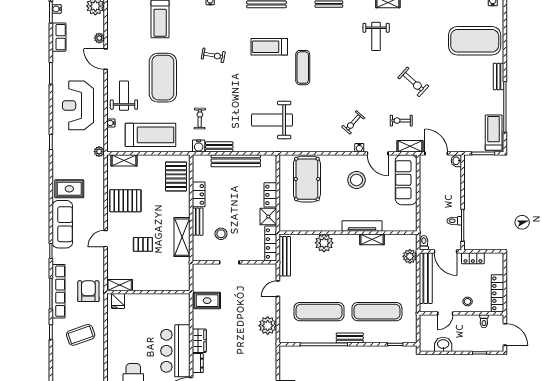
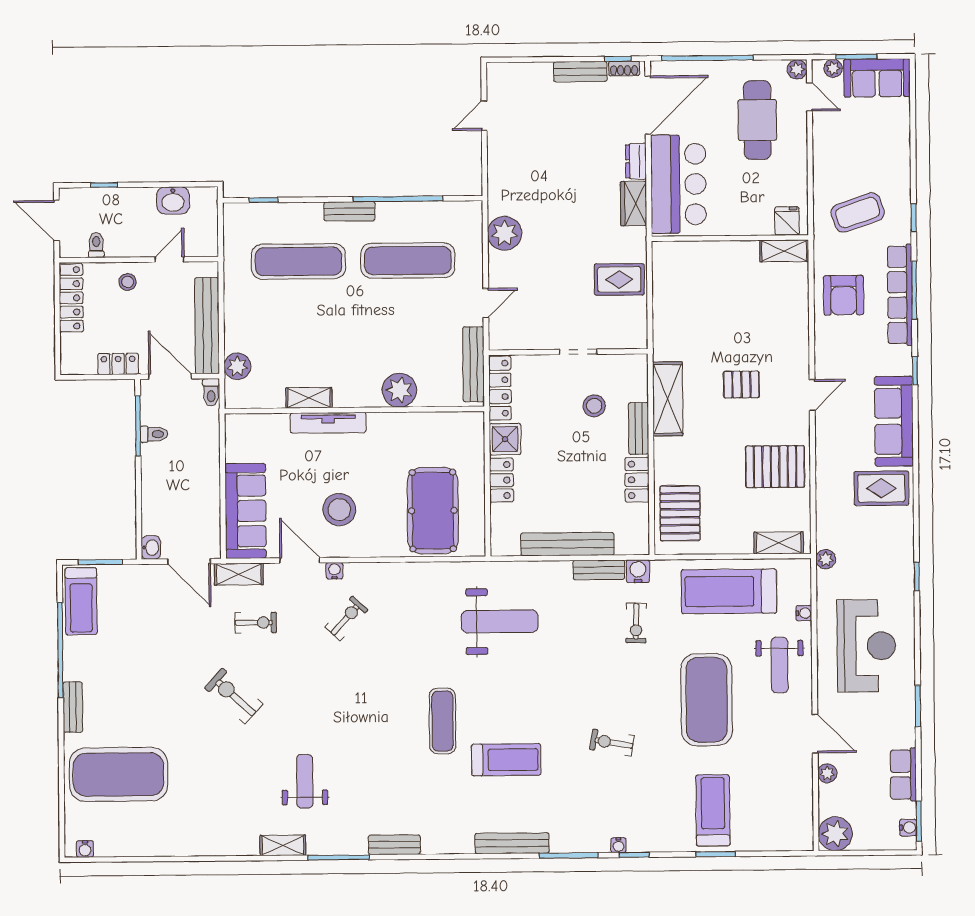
shelving: (120, 285) -> (784, 251), moved
wall: (148, 292) -> (730, 238), moved
fridge: (118, 301) -> (787, 221), moved

